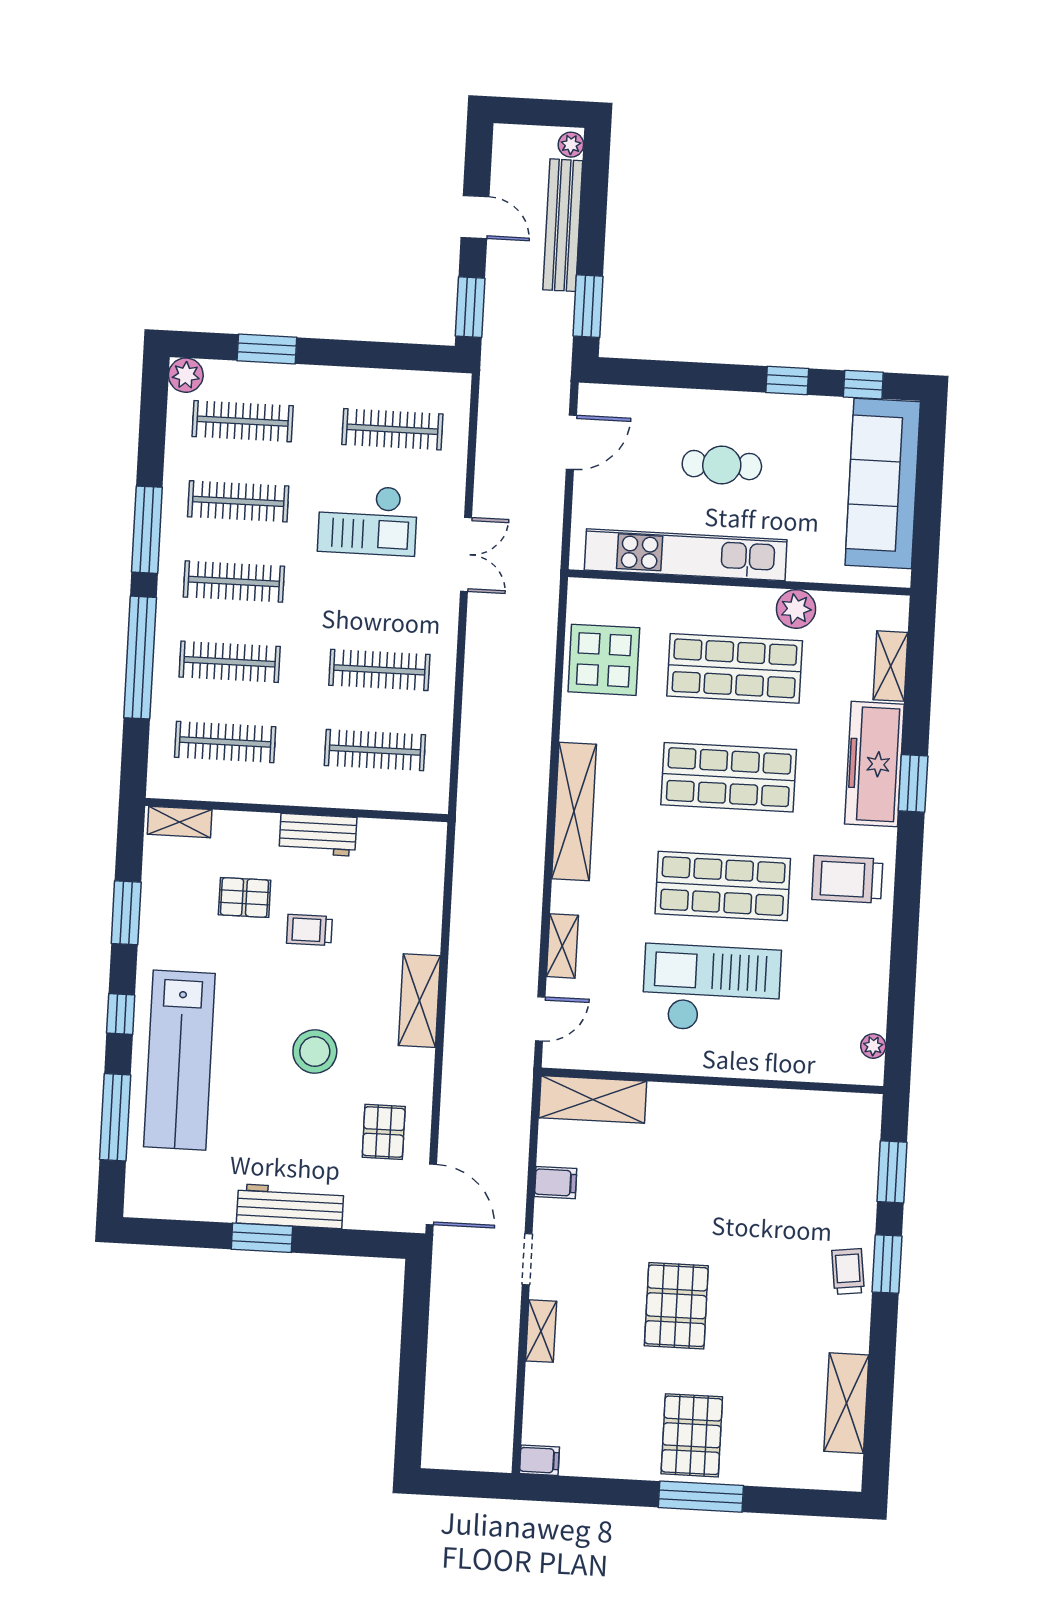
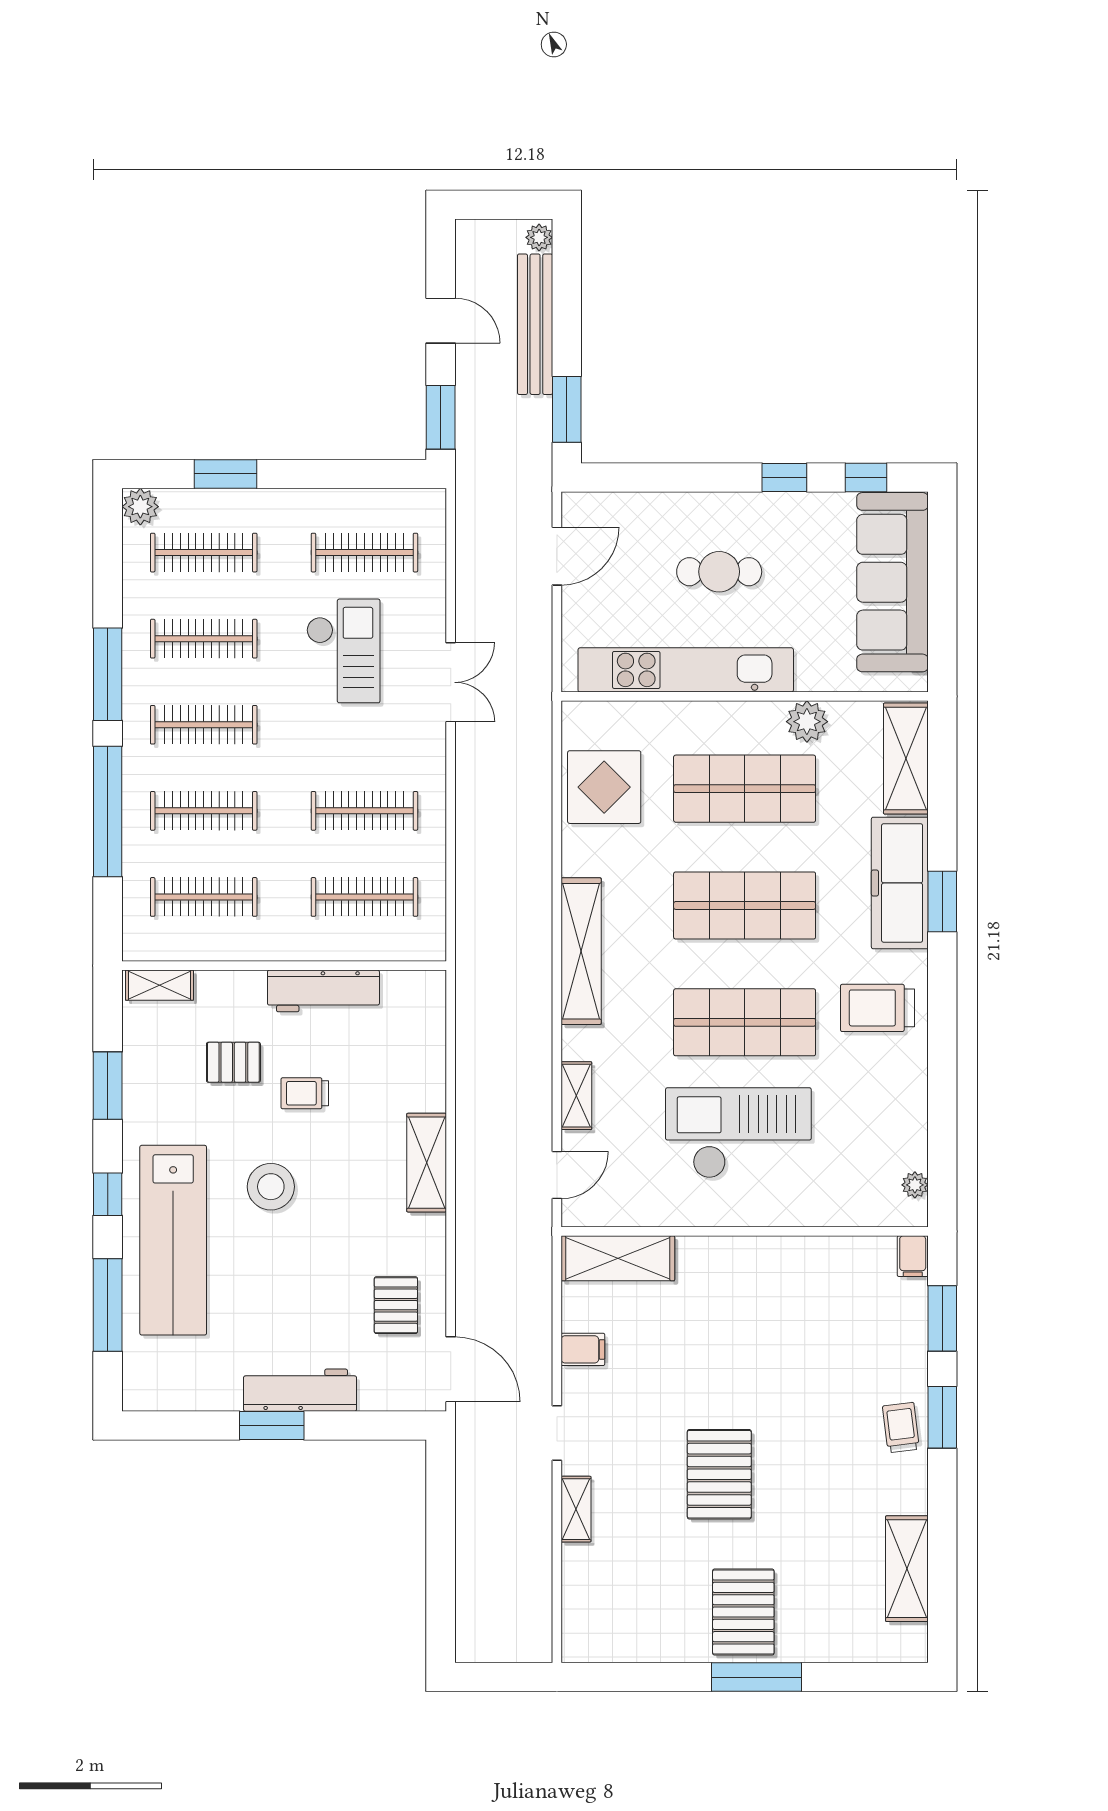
checkout: (368, 520) -> (343, 651), turned -90
shelving: (891, 666) -> (906, 759), width x1.50, depth x1.33
workbench: (318, 835) -> (323, 991), width x1.38
stool: (315, 1051) -> (271, 1187), moved
filing cabinet: (539, 1460) -> (913, 1256), moved, turned 90

